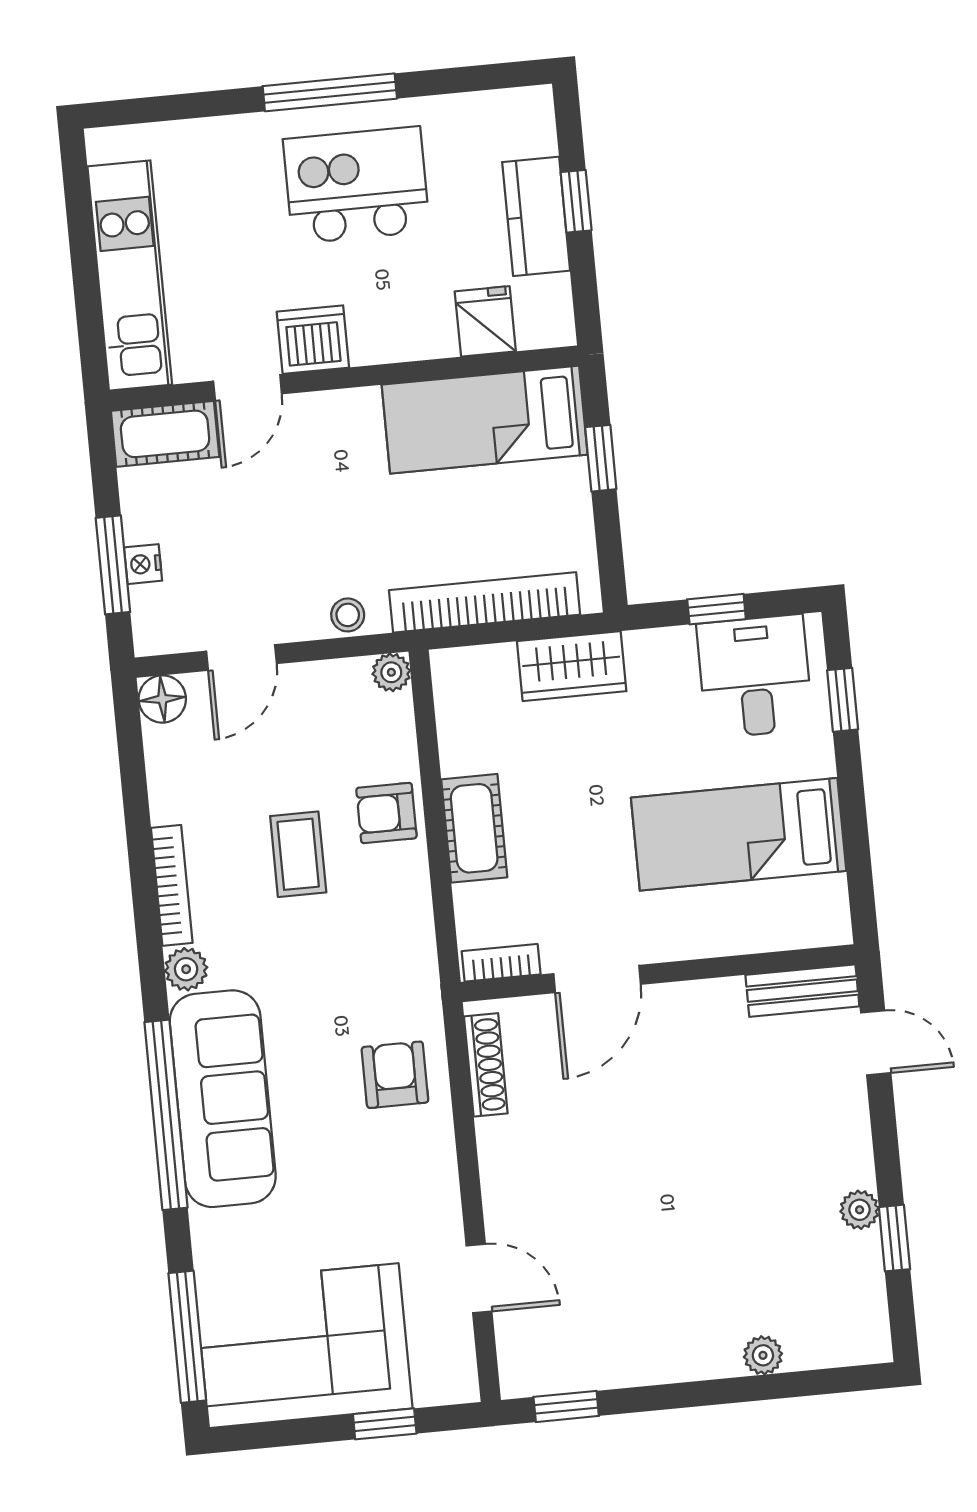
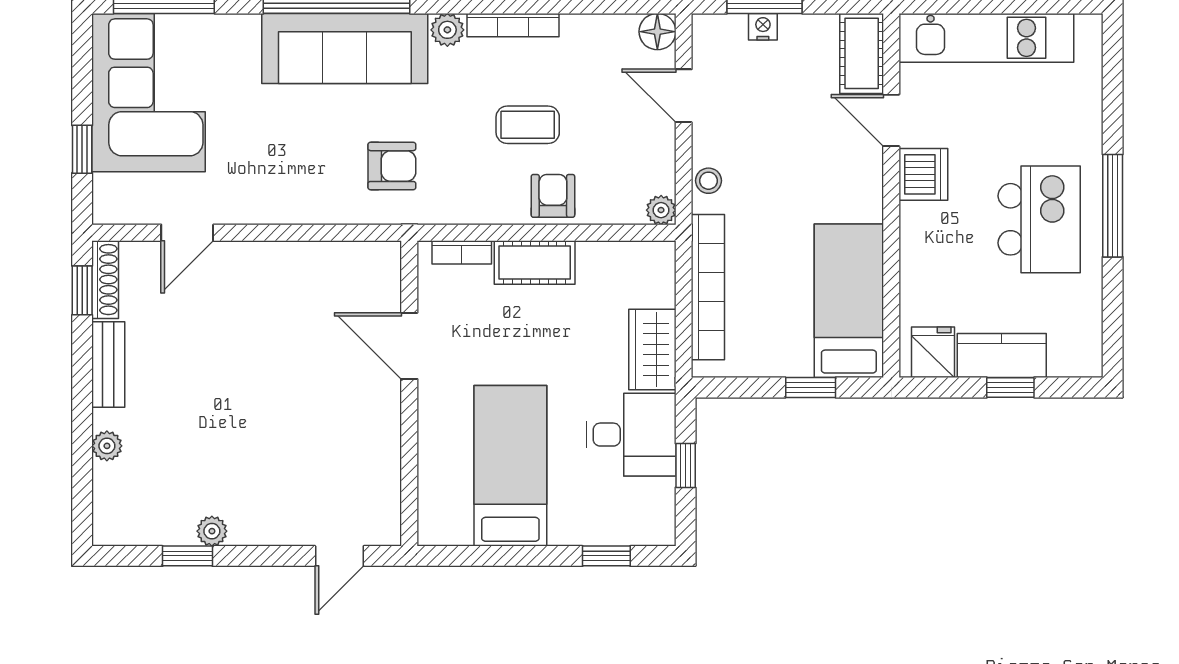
fridge: (485, 321) -> (933, 352), moved, turned -90
desk: (755, 676) -> (631, 435), moved
bookcase: (501, 963) -> (462, 252), moved, turned 90
bench: (802, 991) -> (108, 364), moved
shoe rack: (486, 1065) -> (105, 280), moved, turned -90
armchair: (395, 1075) -> (392, 166), moved

